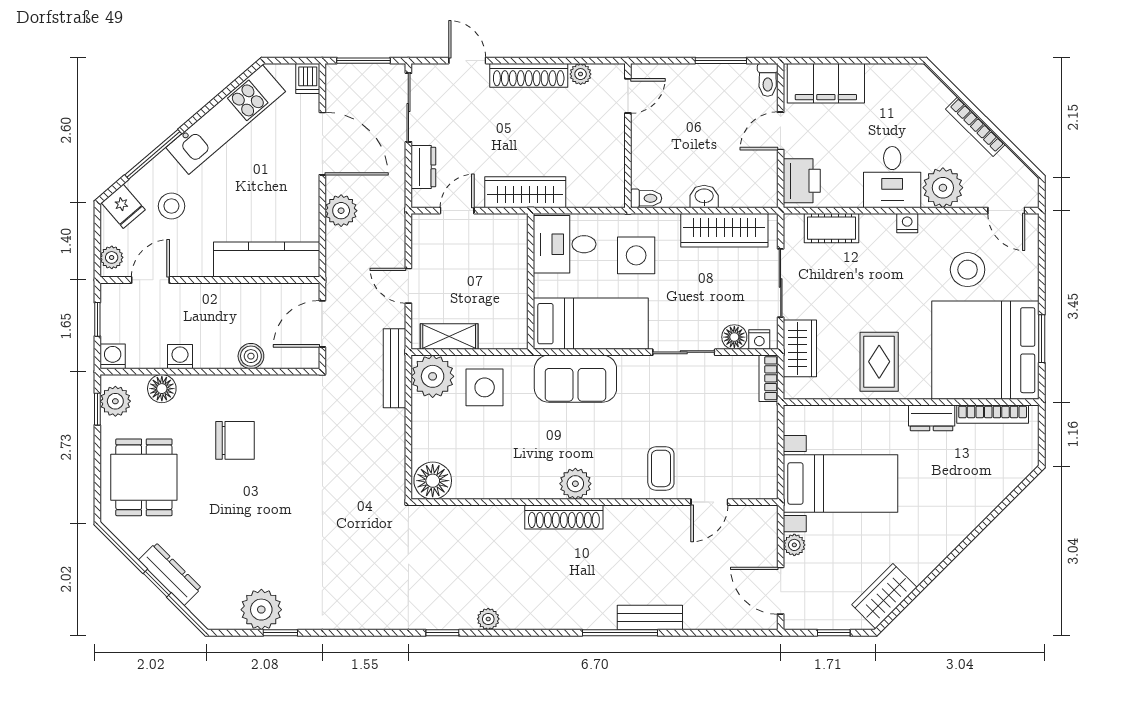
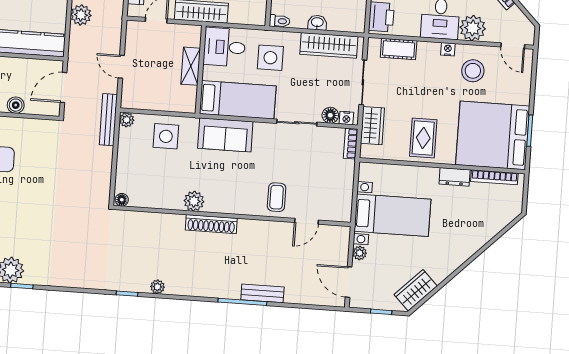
stool: (968, 270) -> (473, 71), moved
shelving: (449, 336) -> (191, 66), moved, turned 90
plant: (433, 376) -> (127, 120), width x0.53, depth x0.53
floor lamp: (433, 481) -> (122, 200), width x0.53, depth x0.53
plant: (575, 484) -> (194, 201), moved

